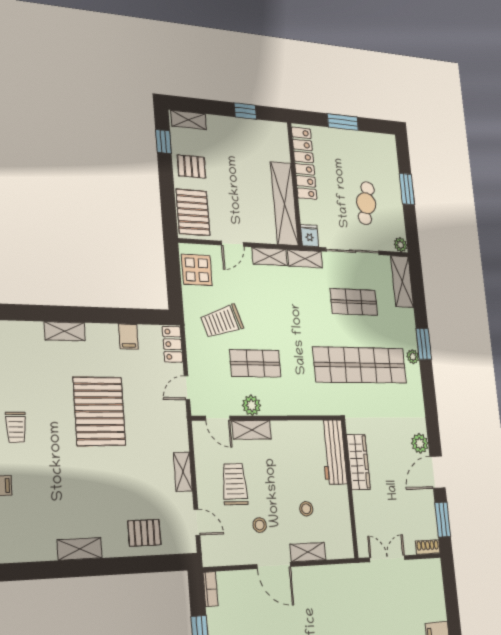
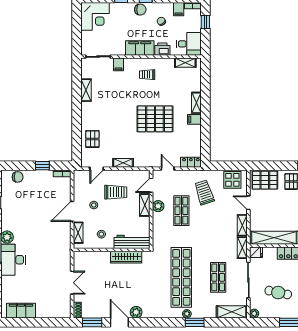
filing cabinet: (128, 337) -> (194, 119), moved
workbench: (334, 452) -> (132, 242), moved
wardrobe: (358, 462) -> (126, 257), moved
wall: (350, 488) -> (112, 250), moved
shelving: (80, 549) -> (86, 90), moved

